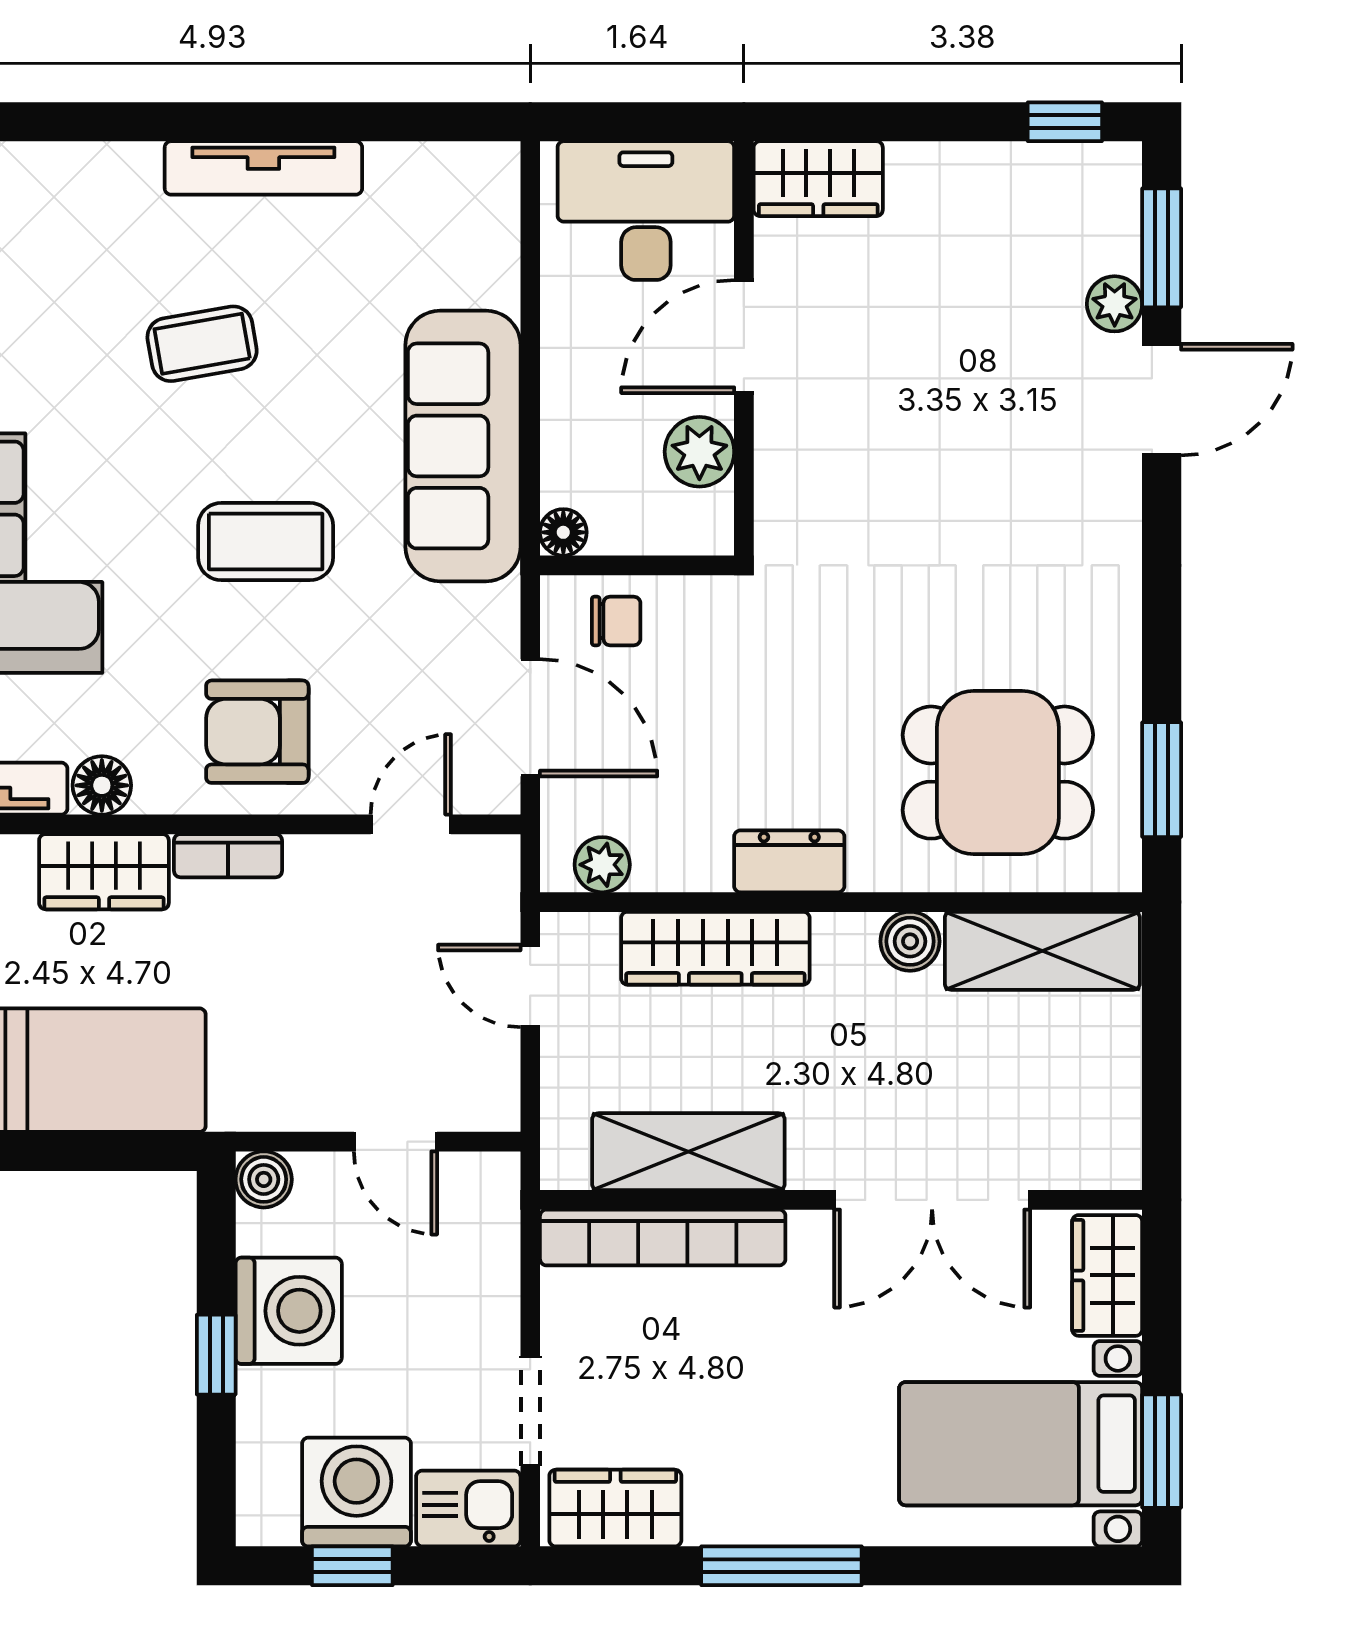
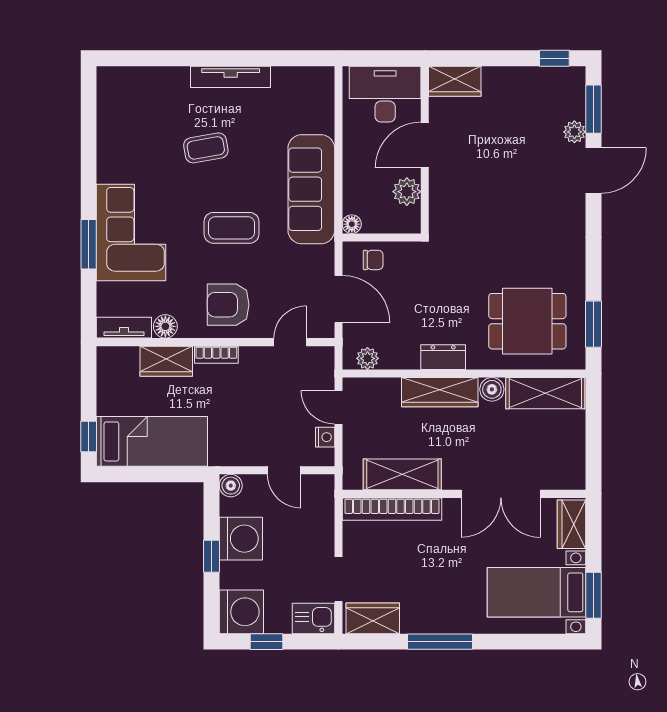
wardrobe: (715, 948) -> (440, 392), moved
nightstand: (497, 1059) -> (325, 437), added
washing machine: (356, 1492) -> (241, 612), moved, turned 90

